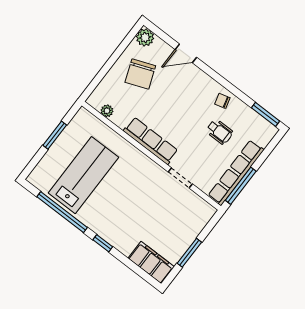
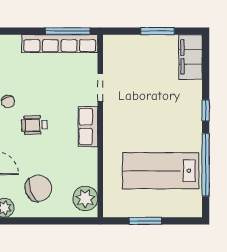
plant: (107, 111) -> (85, 198), width x1.87, depth x1.87
wheelchair: (219, 132) -> (34, 125), moved, turned -92
row of seats: (151, 141) -> (88, 127), width x0.68

